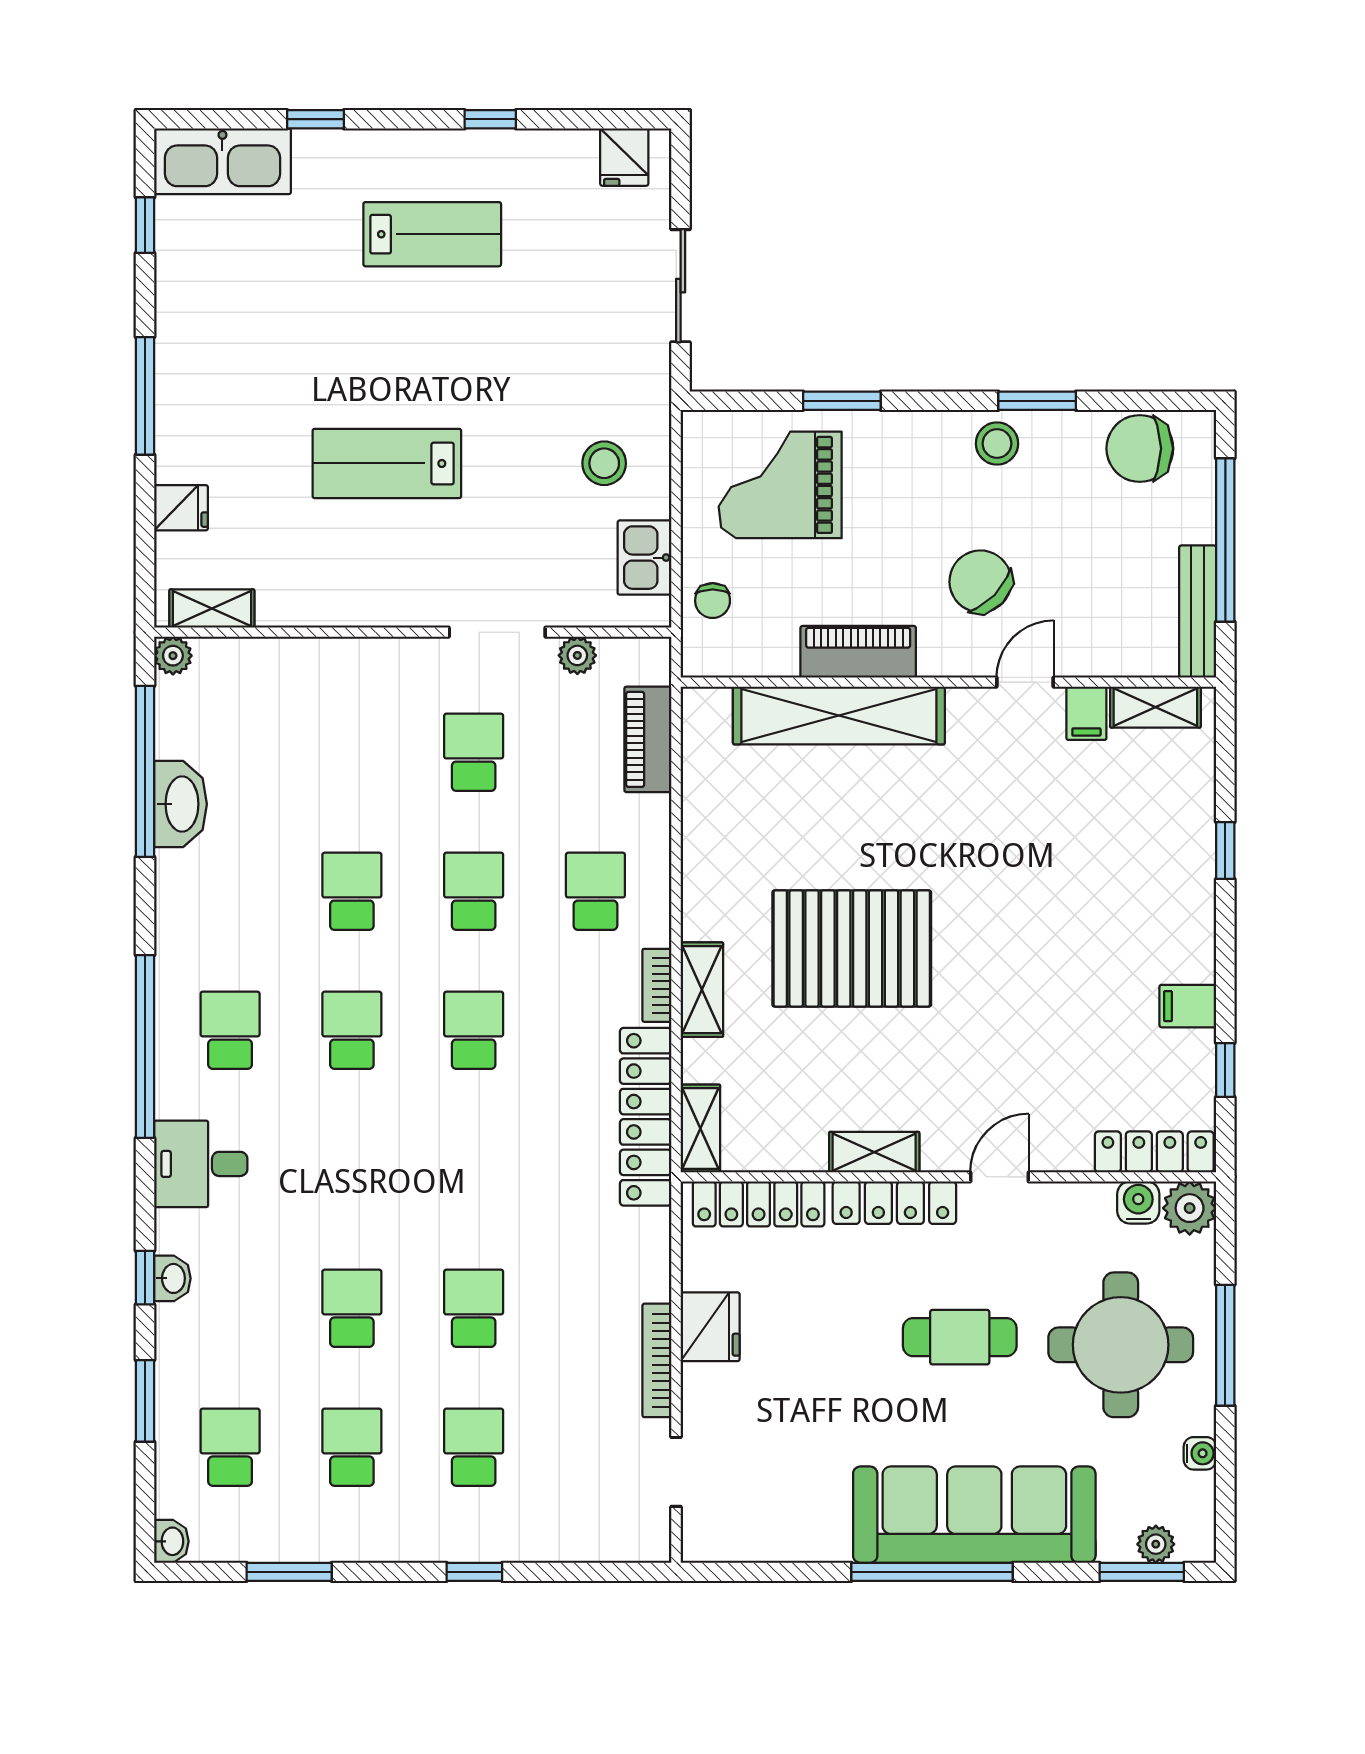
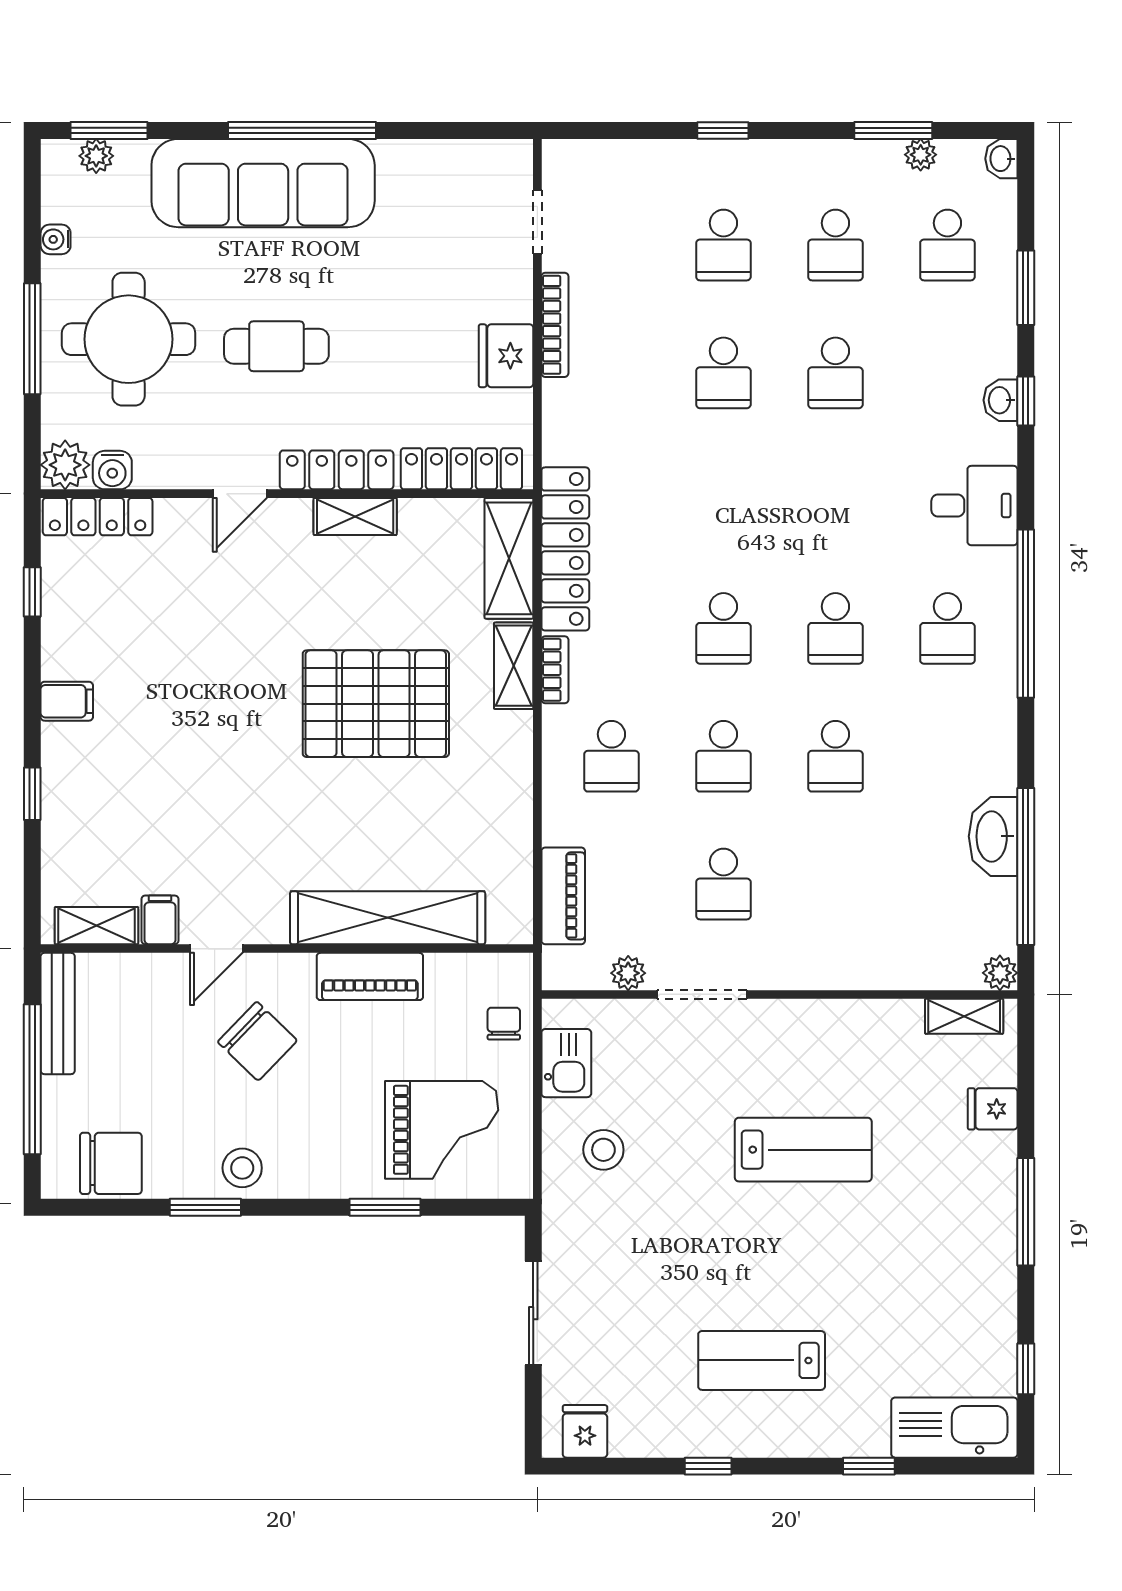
filing cabinet: (1188, 1006) -> (67, 701), moved
shelving: (700, 1128) -> (509, 558), width x1.50, depth x1.33
plant: (259, 1545) -> (921, 155), added

